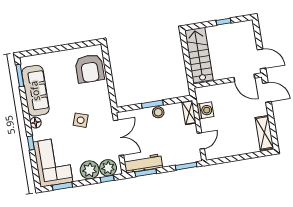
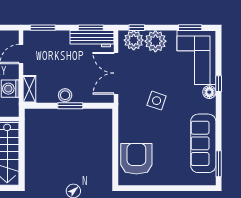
floor lamp: (36, 123) -> (209, 92), moved

